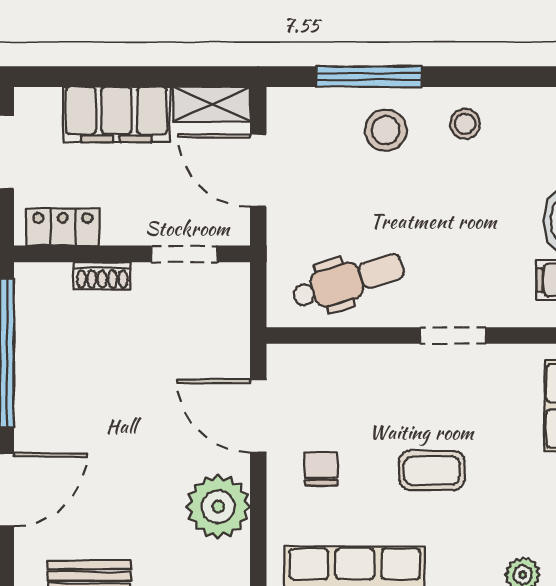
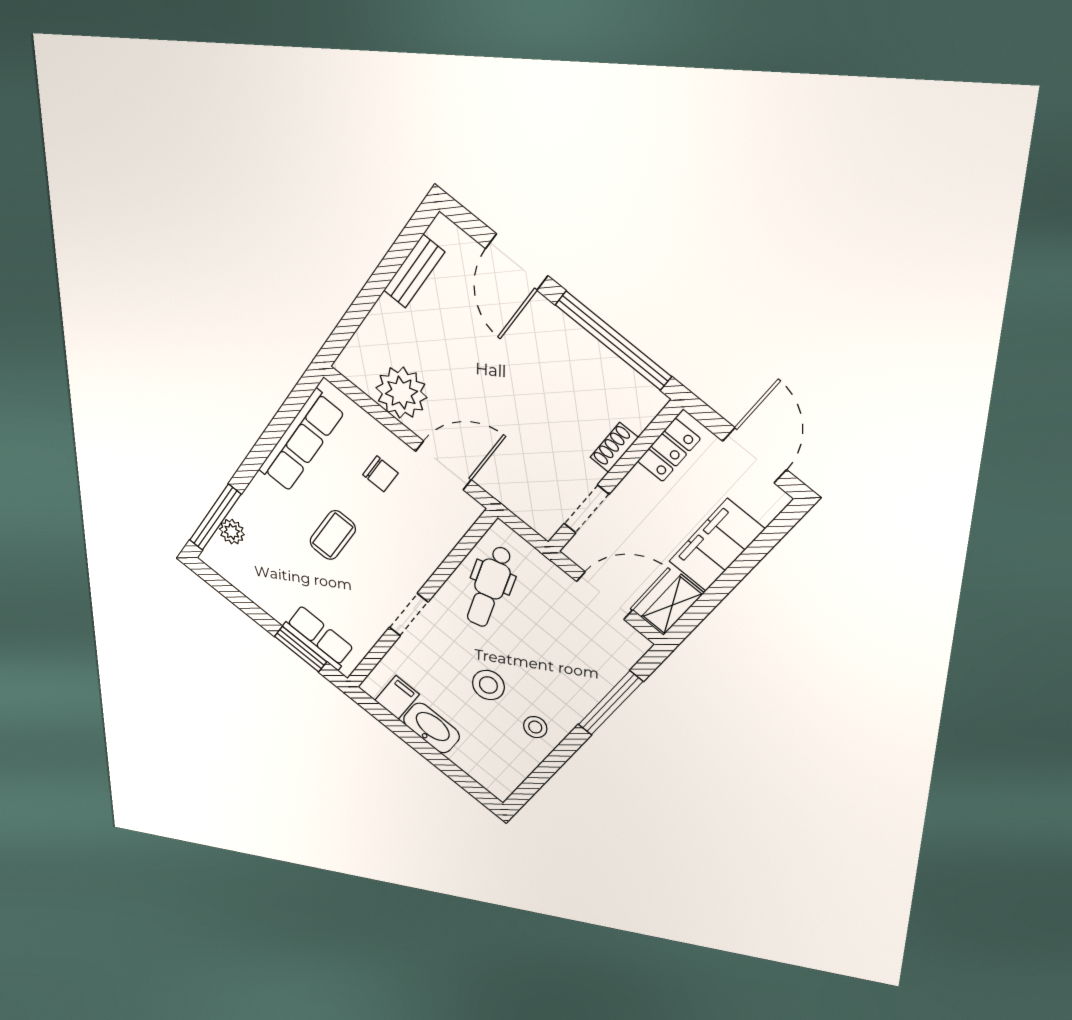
stool: (386, 130) -> (488, 685), moved

